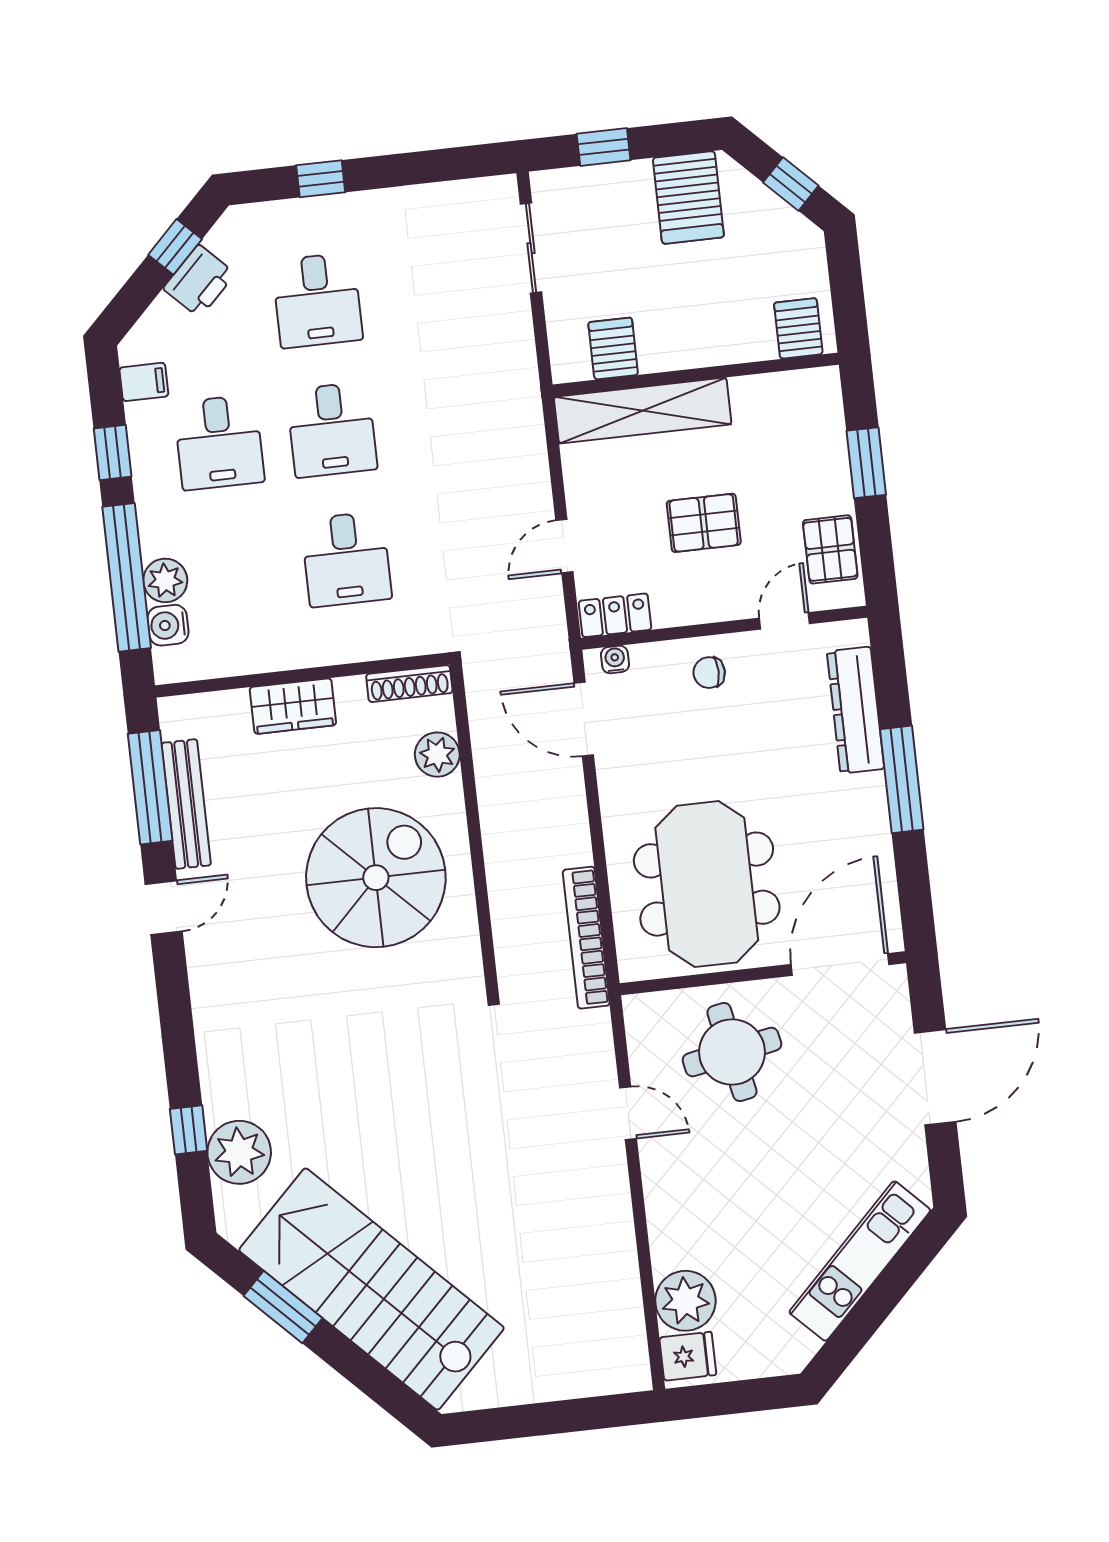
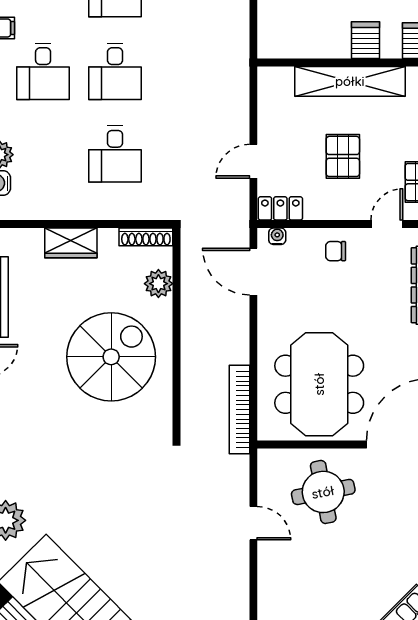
server rack: (613, 349) -> (366, 40), moved
shelving: (643, 411) -> (350, 81), moved
pallet: (704, 523) -> (343, 156), turned 90

